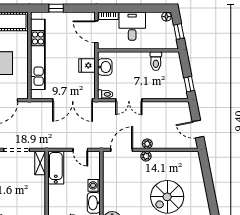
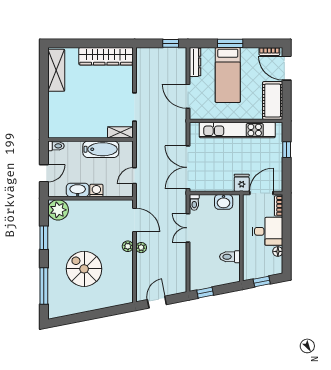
floor lamp: (166, 17) -> (278, 251), moved
fridge: (87, 65) -> (242, 183), moved
bathtub: (56, 168) -> (101, 149), moved

